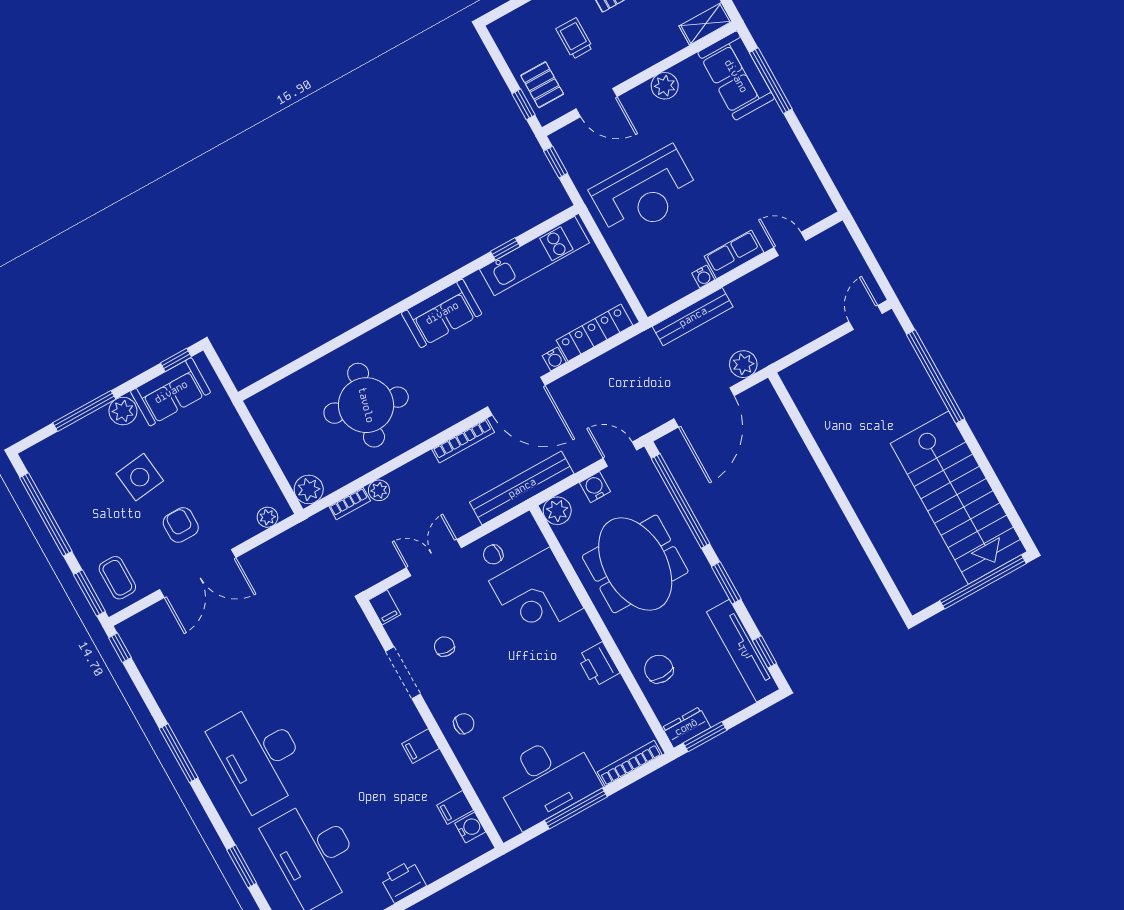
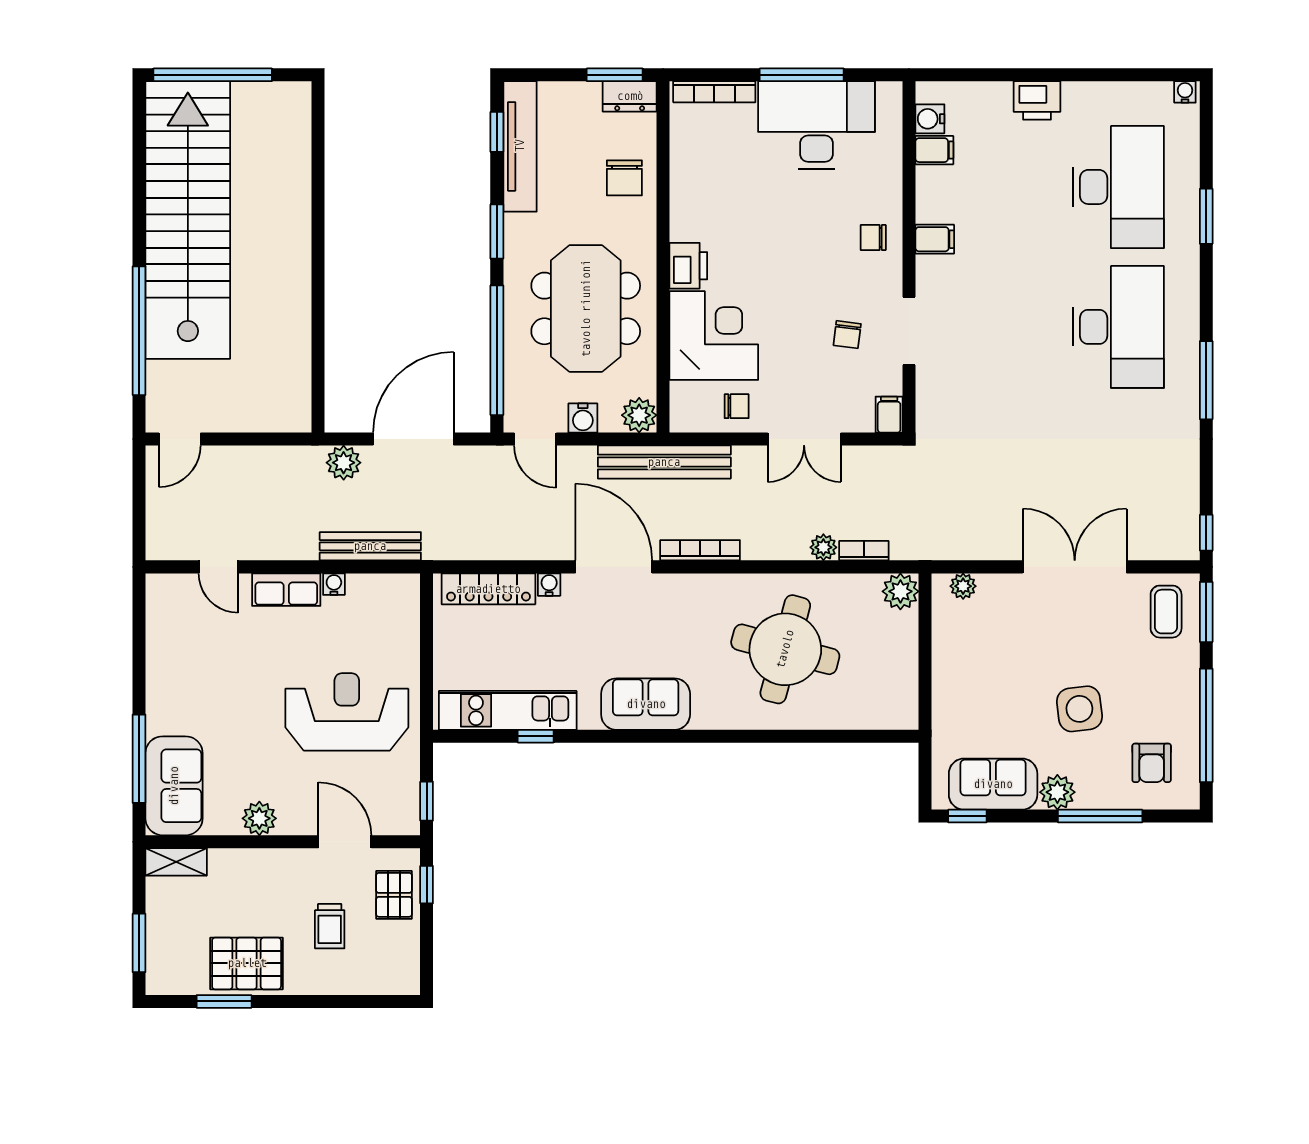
stairs: (959, 498) -> (188, 220), width x1.36
armchair: (181, 525) -> (1152, 763), moved
printer: (598, 664) -> (688, 266), moved

